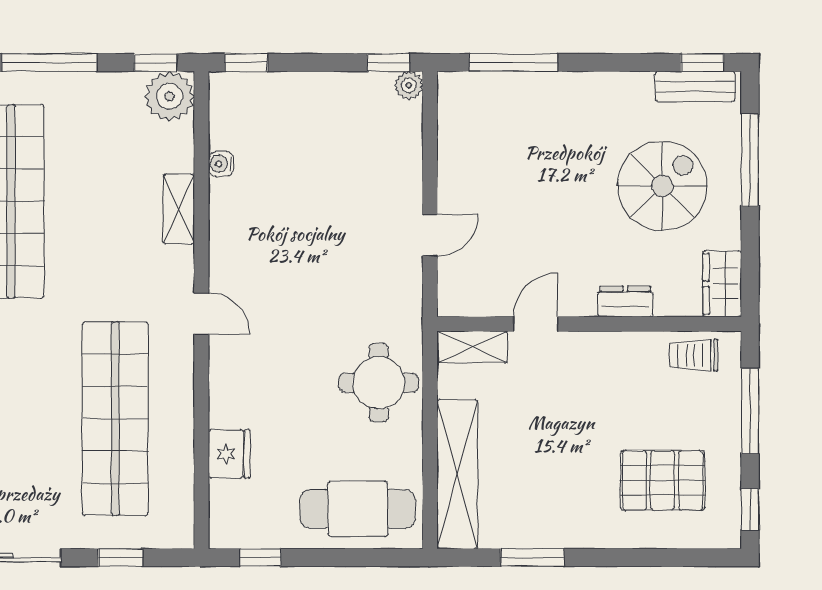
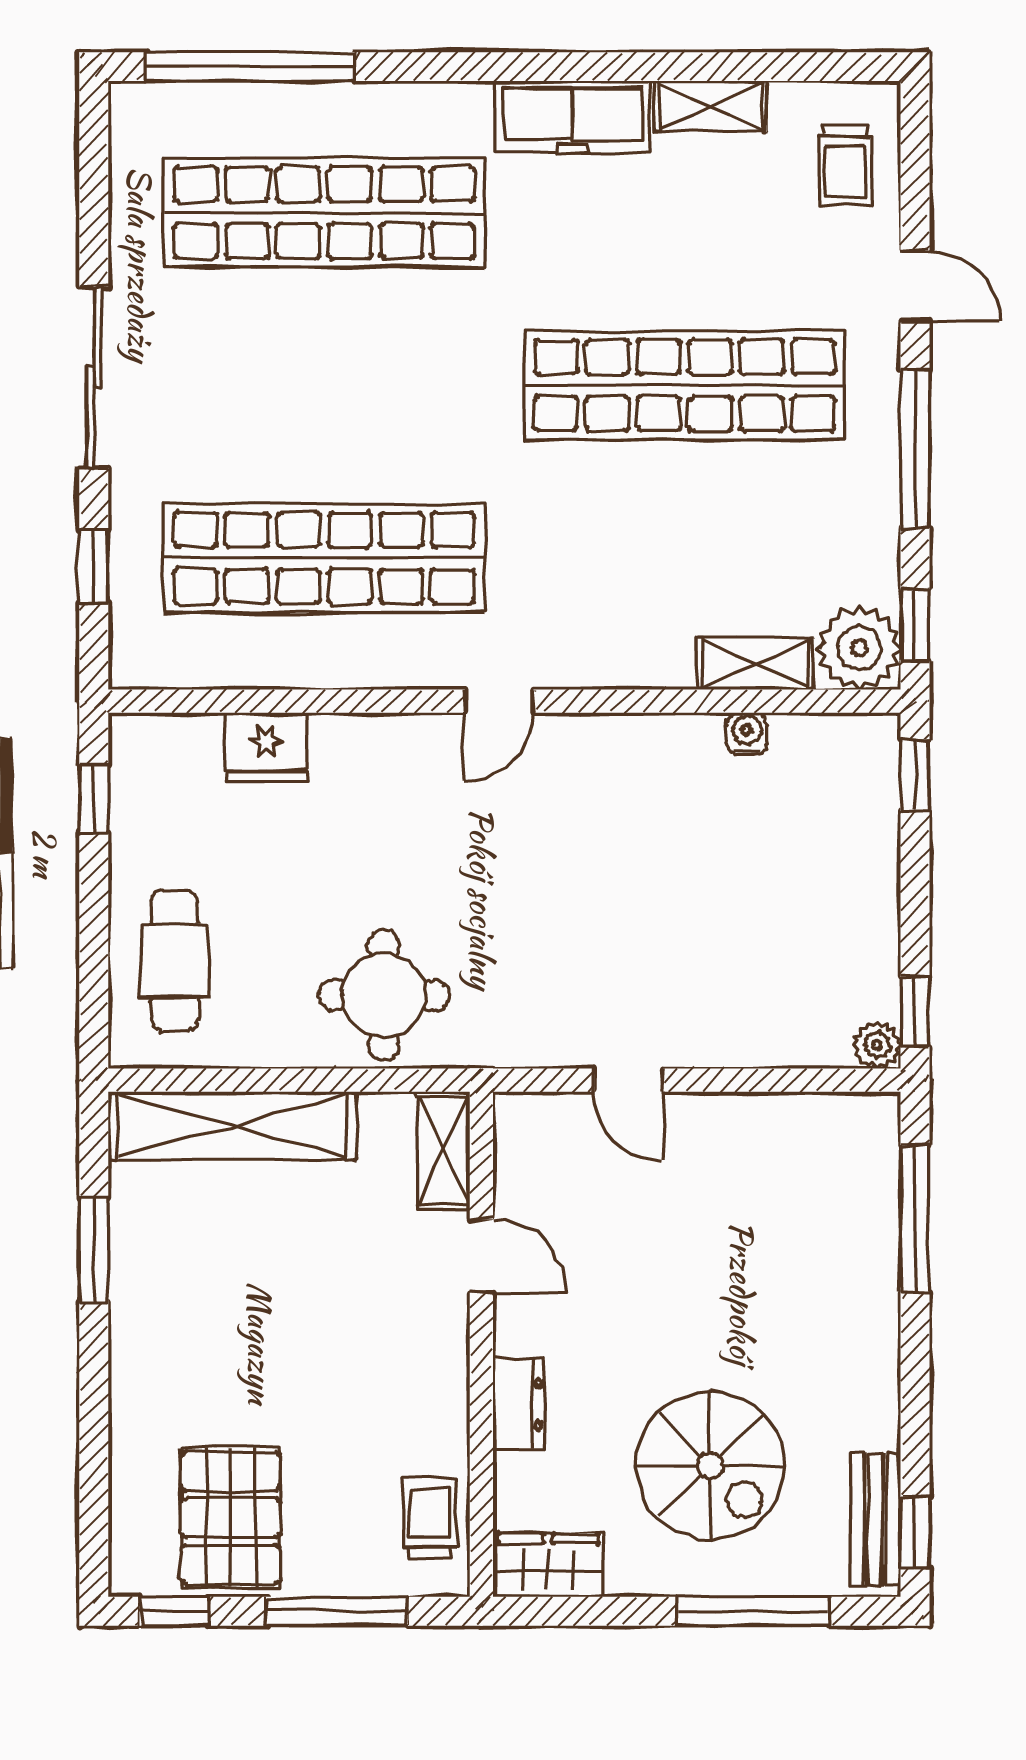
shelving: (179, 209) -> (755, 664), moved
pallet: (663, 480) -> (231, 1518), moved
cafe table: (358, 509) -> (175, 961), width x0.73, depth x0.74

